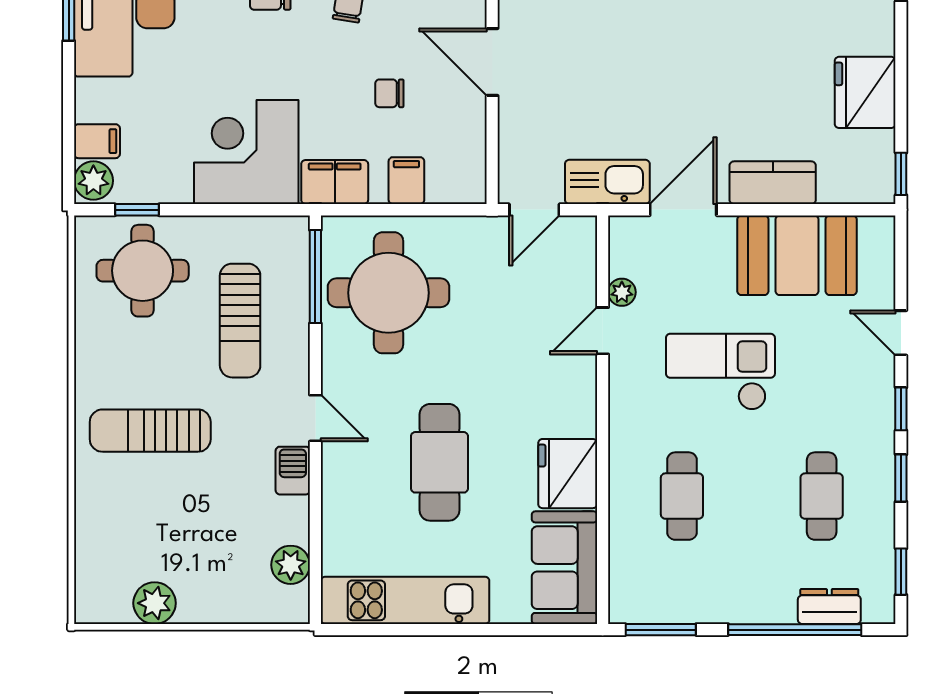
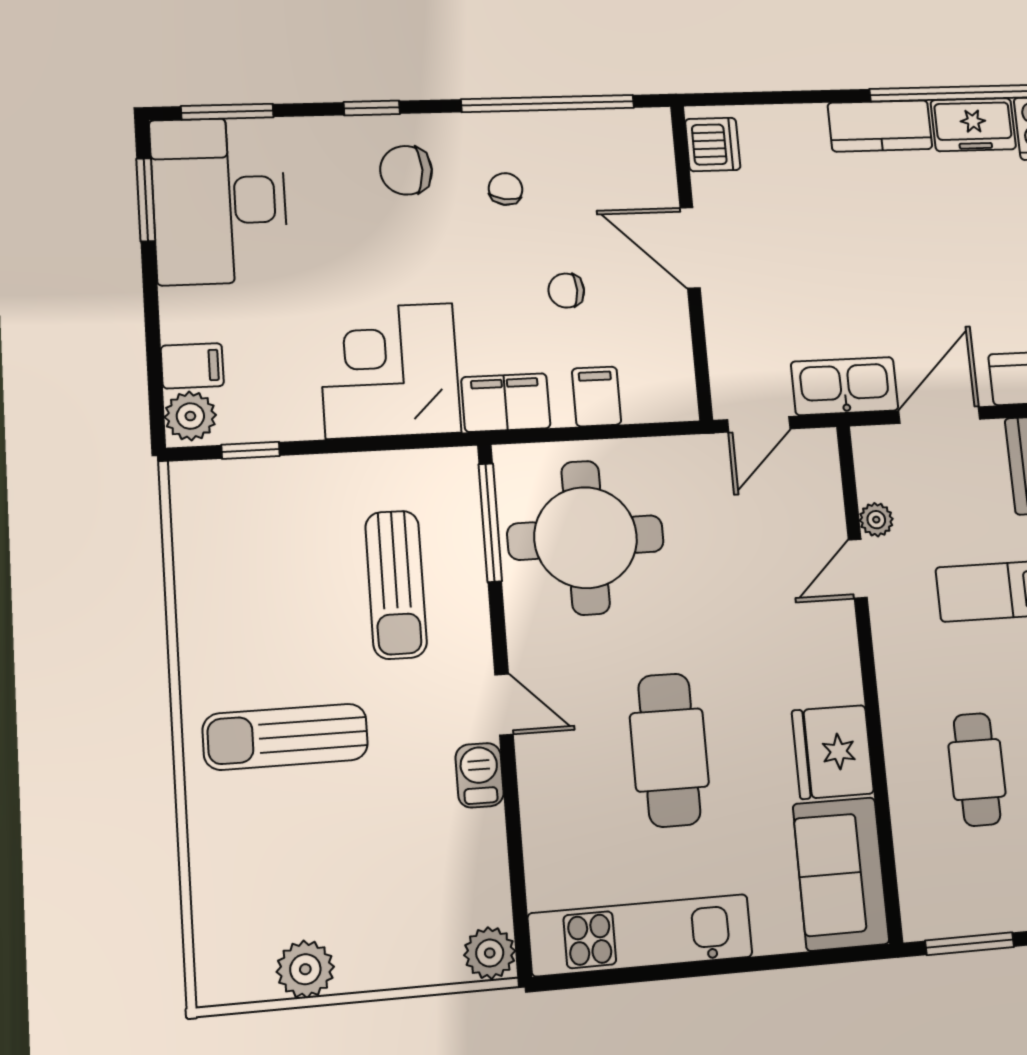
round table: (143, 271) -> (263, 528), removed
plant: (291, 565) -> (490, 953), moved

